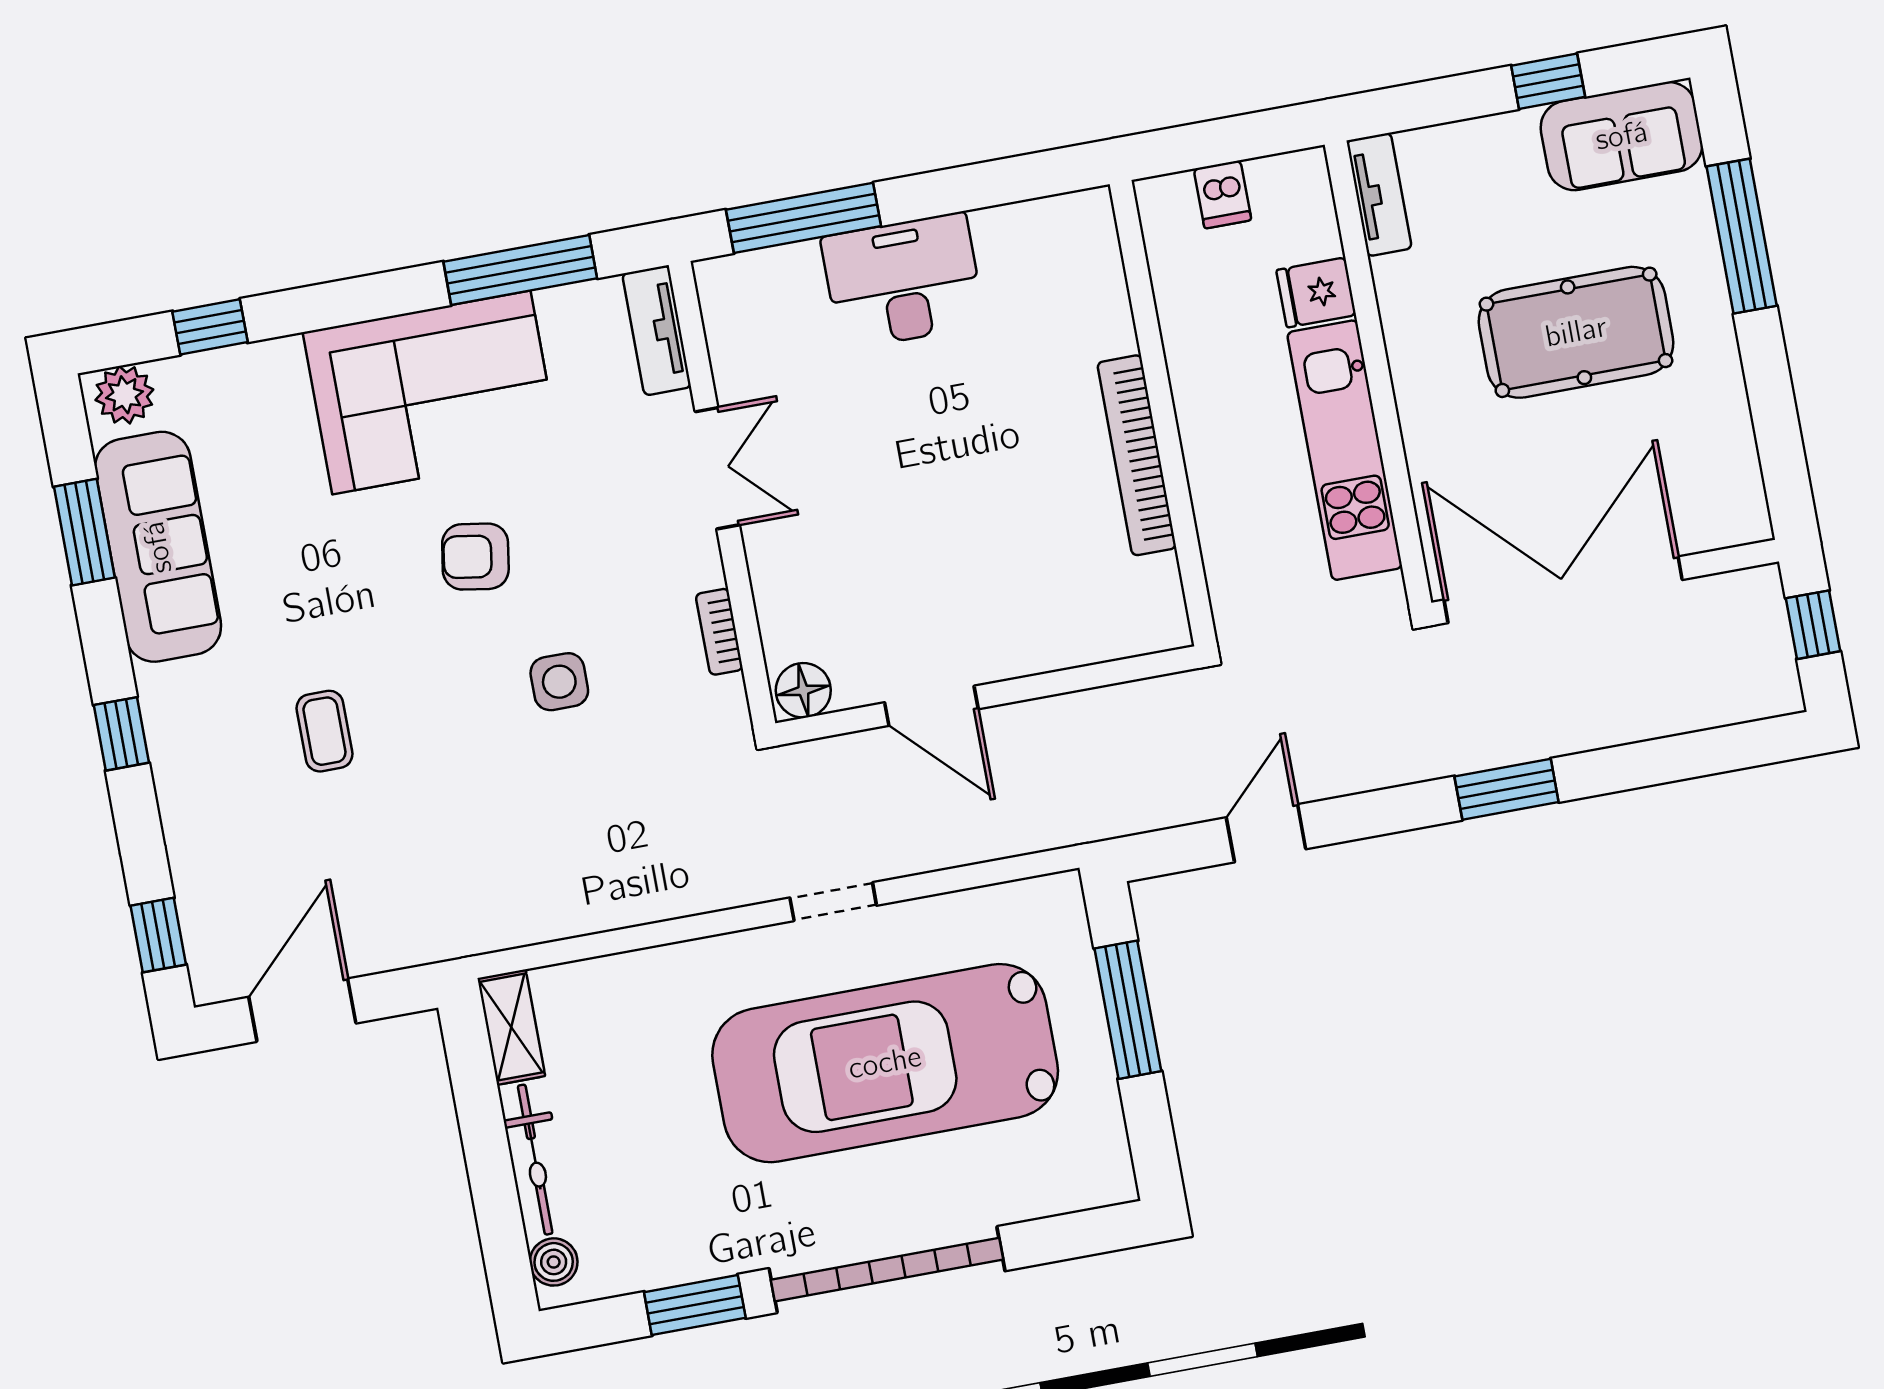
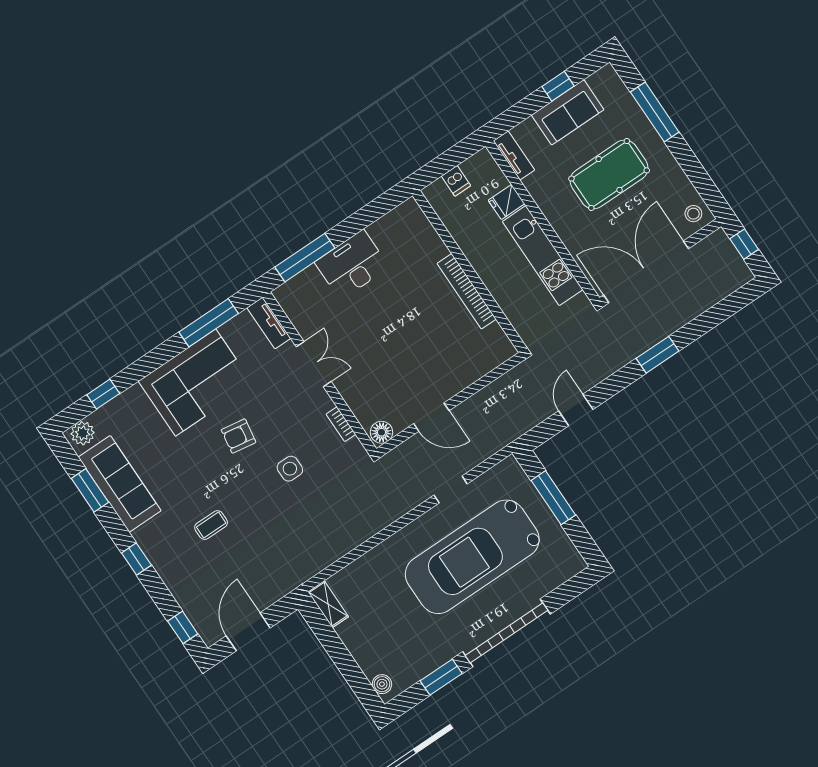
sofa: (1622, 136) -> (568, 112), moved
stool: (1728, 505) -> (693, 214), added
coffee table: (324, 731) -> (211, 525), turned 90
doorway: (833, 902) -> (451, 489), moved
bicycle: (535, 1160) -> (359, 649), removed

